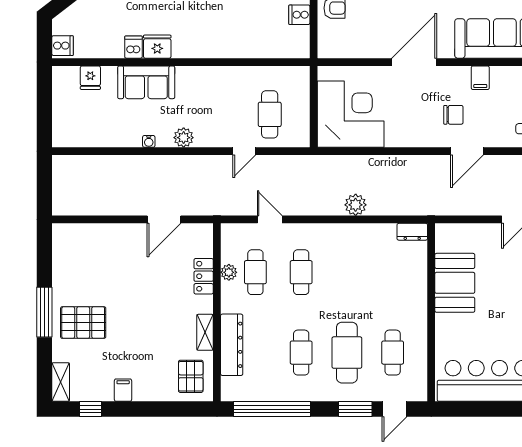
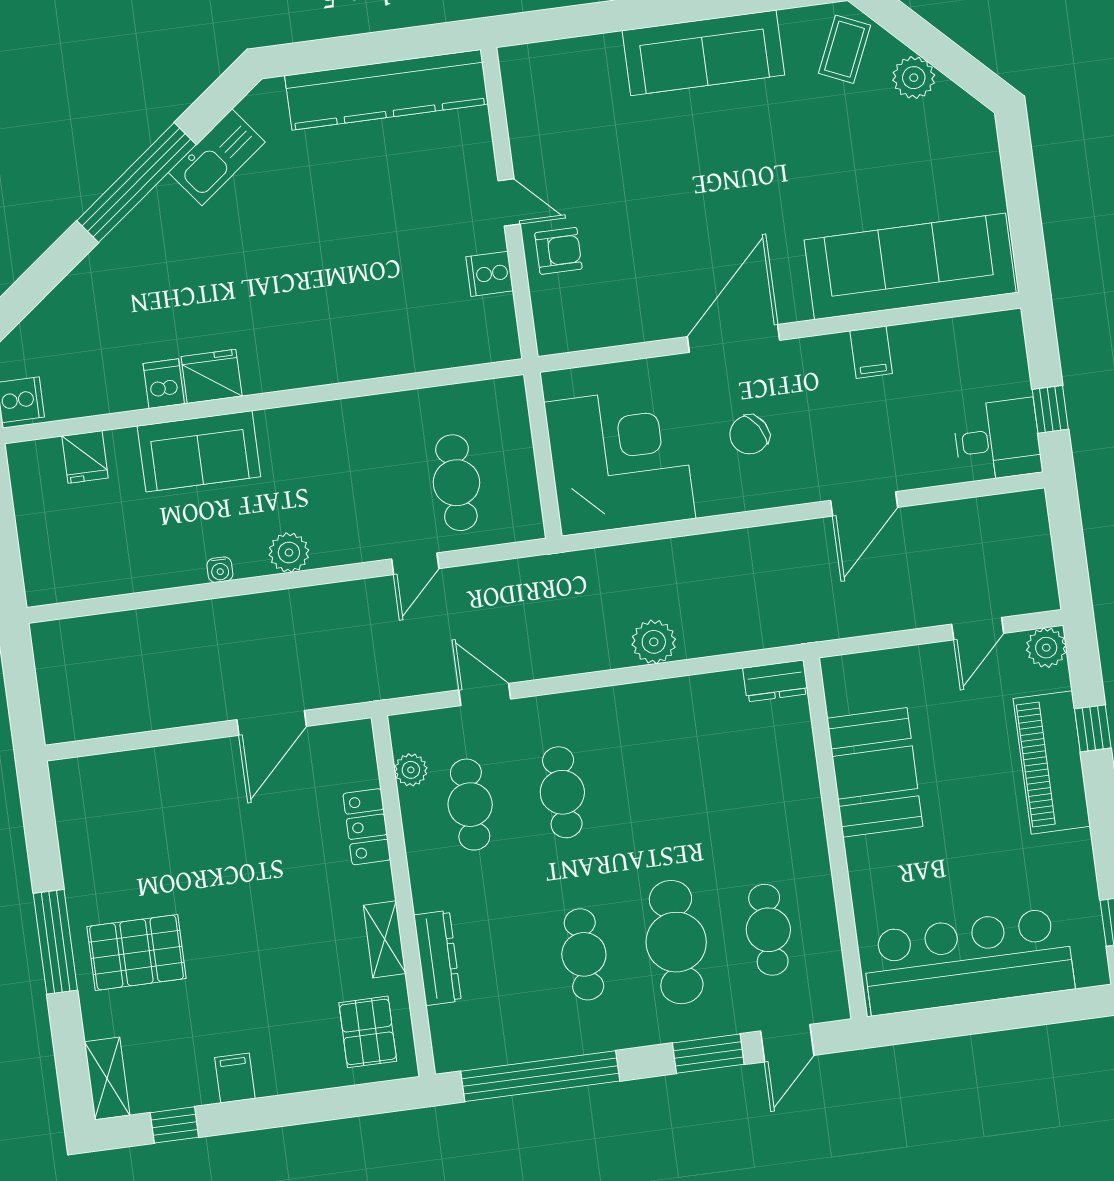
chair: (453, 115) -> (749, 435), moved, turned 148
plant: (229, 272) -> (411, 770), moved
dresser: (232, 345) -> (437, 958), width x0.73, depth x0.80

